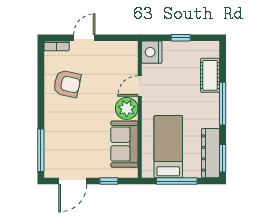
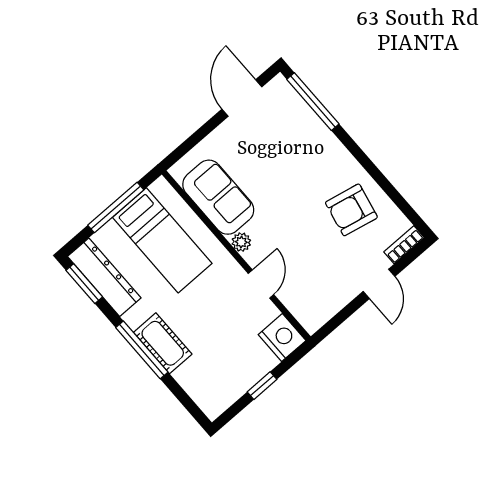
cot: (210, 75) -> (163, 343), moved
plant: (127, 108) -> (241, 242), width x0.53, depth x0.53
window: (109, 181) -> (198, 136), removed

